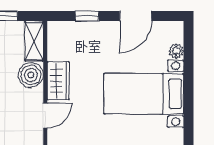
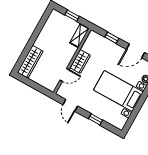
boiler: (31, 75) -> (69, 51), removed

